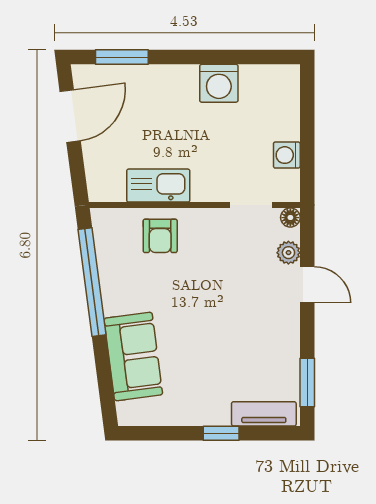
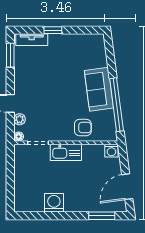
washing machine: (287, 155) -> (111, 151), moved, turned 90
kitchen sink: (158, 186) -> (66, 152), moved
armchair: (160, 236) -> (83, 128), turned 90
sofa: (133, 356) -> (99, 89), moved

